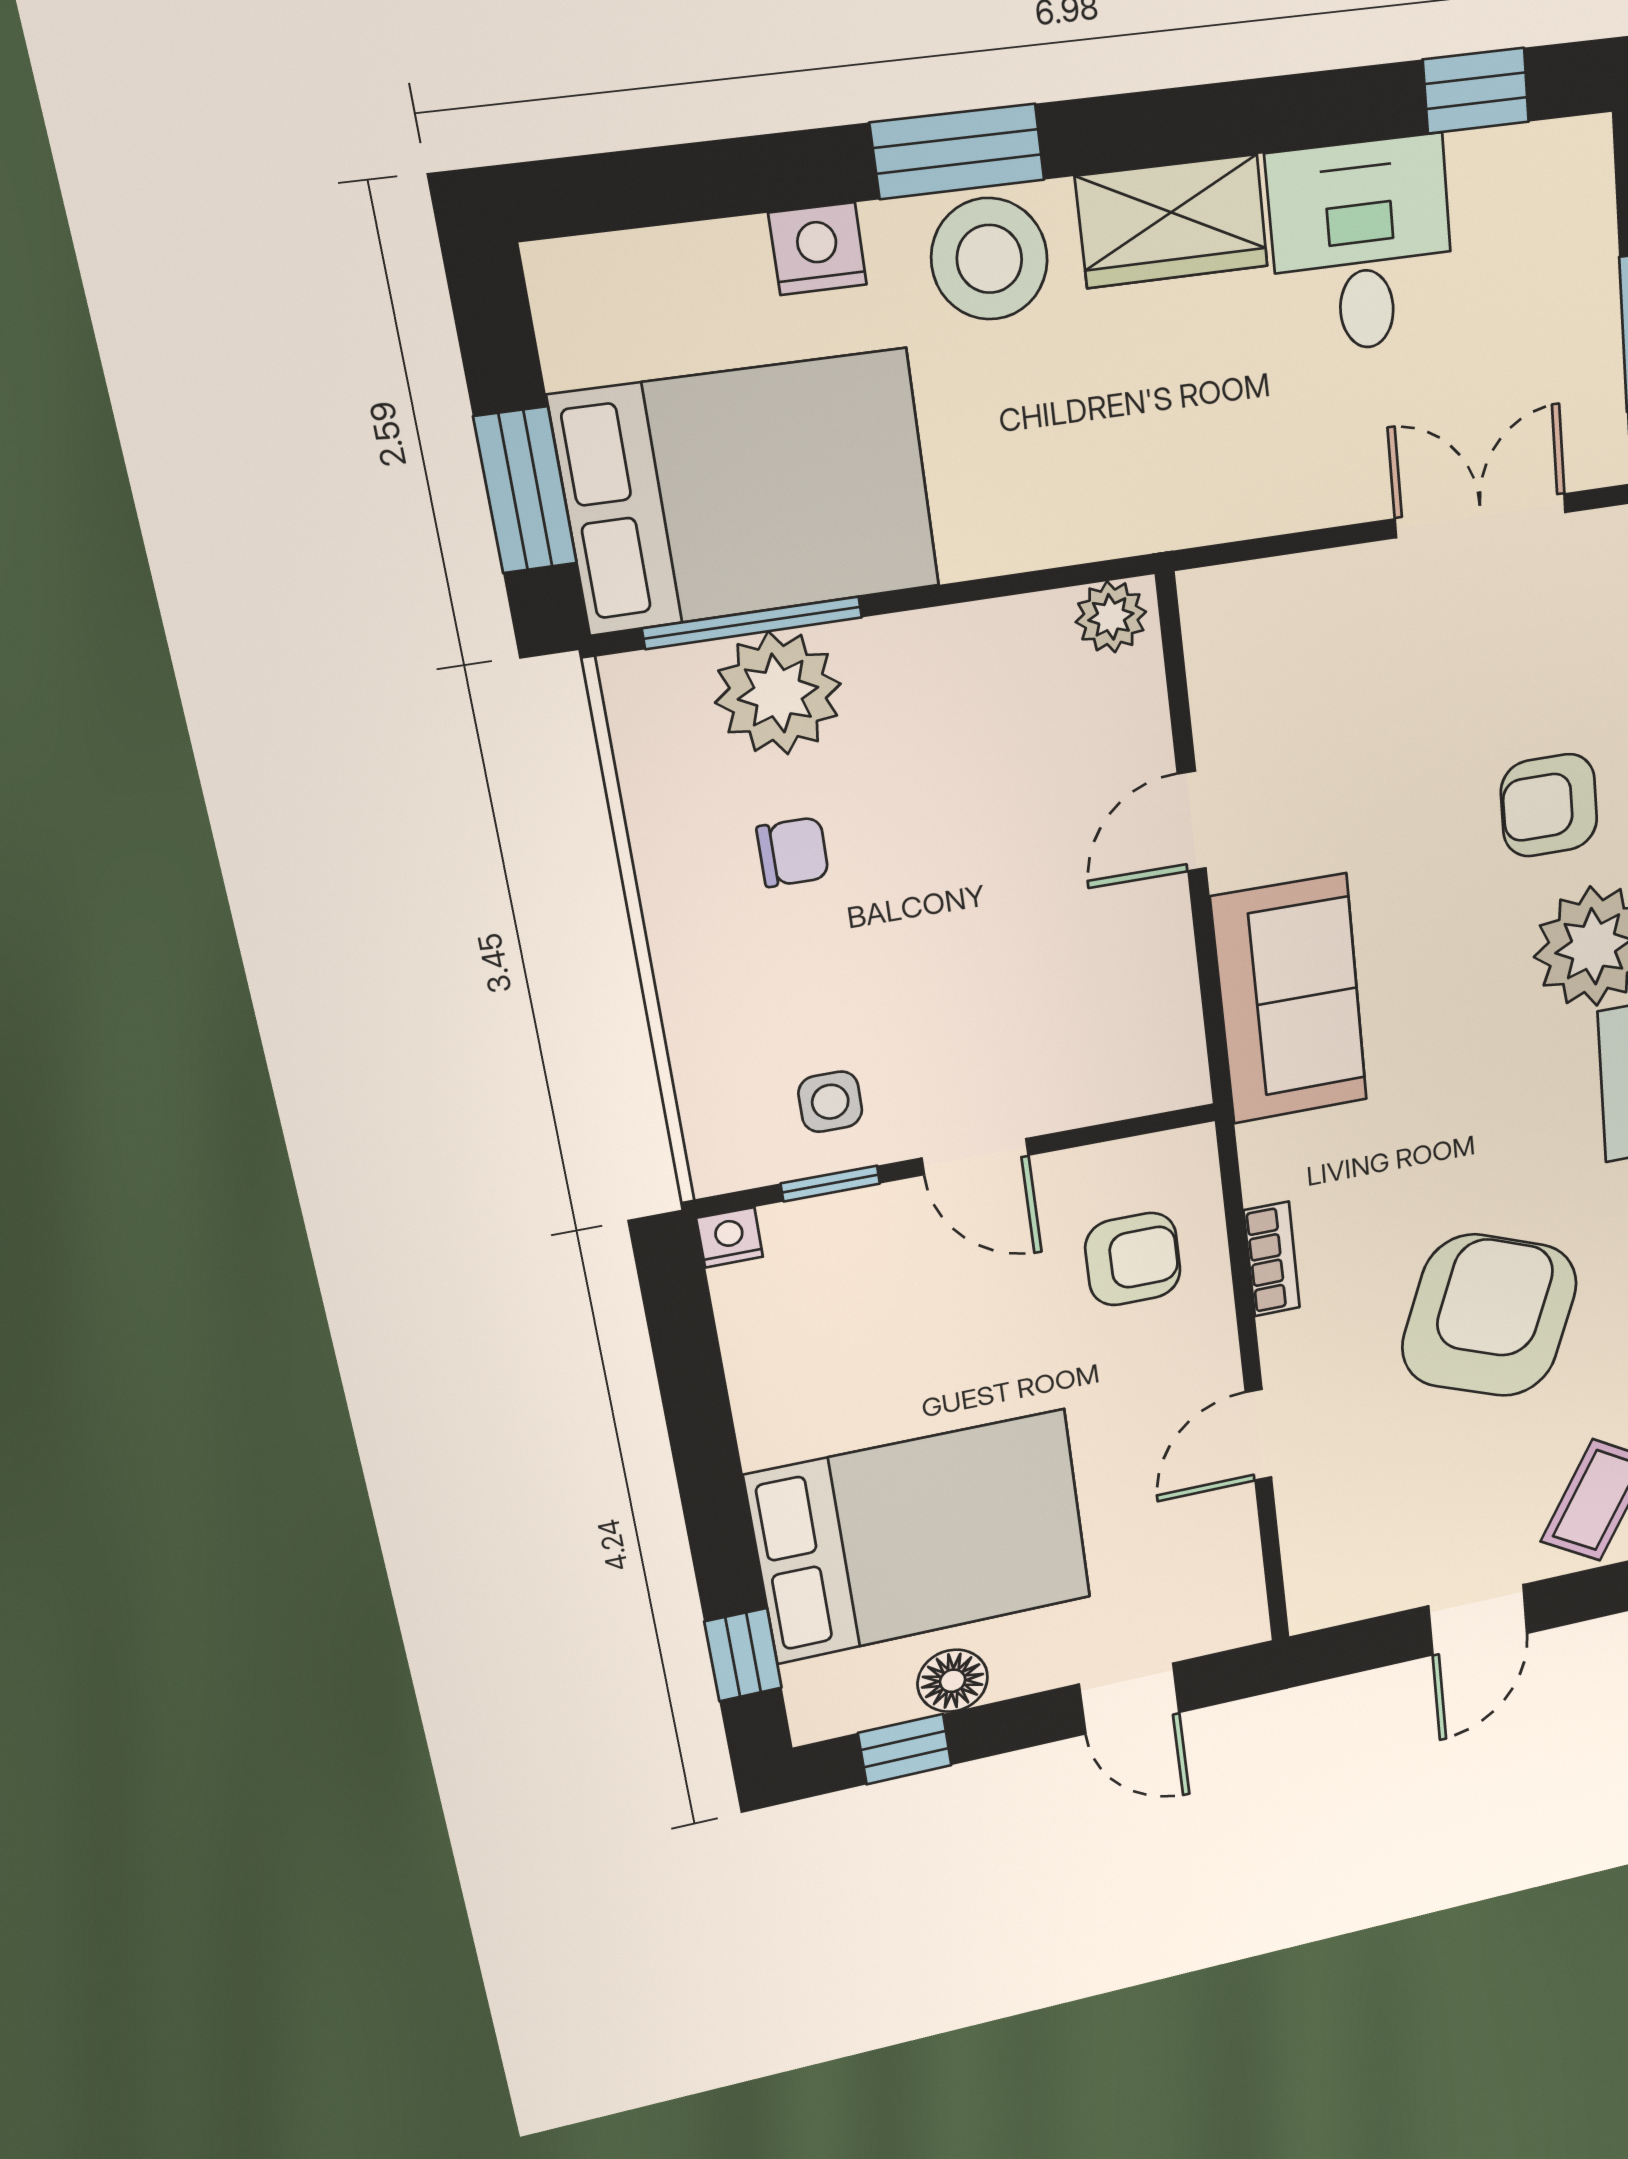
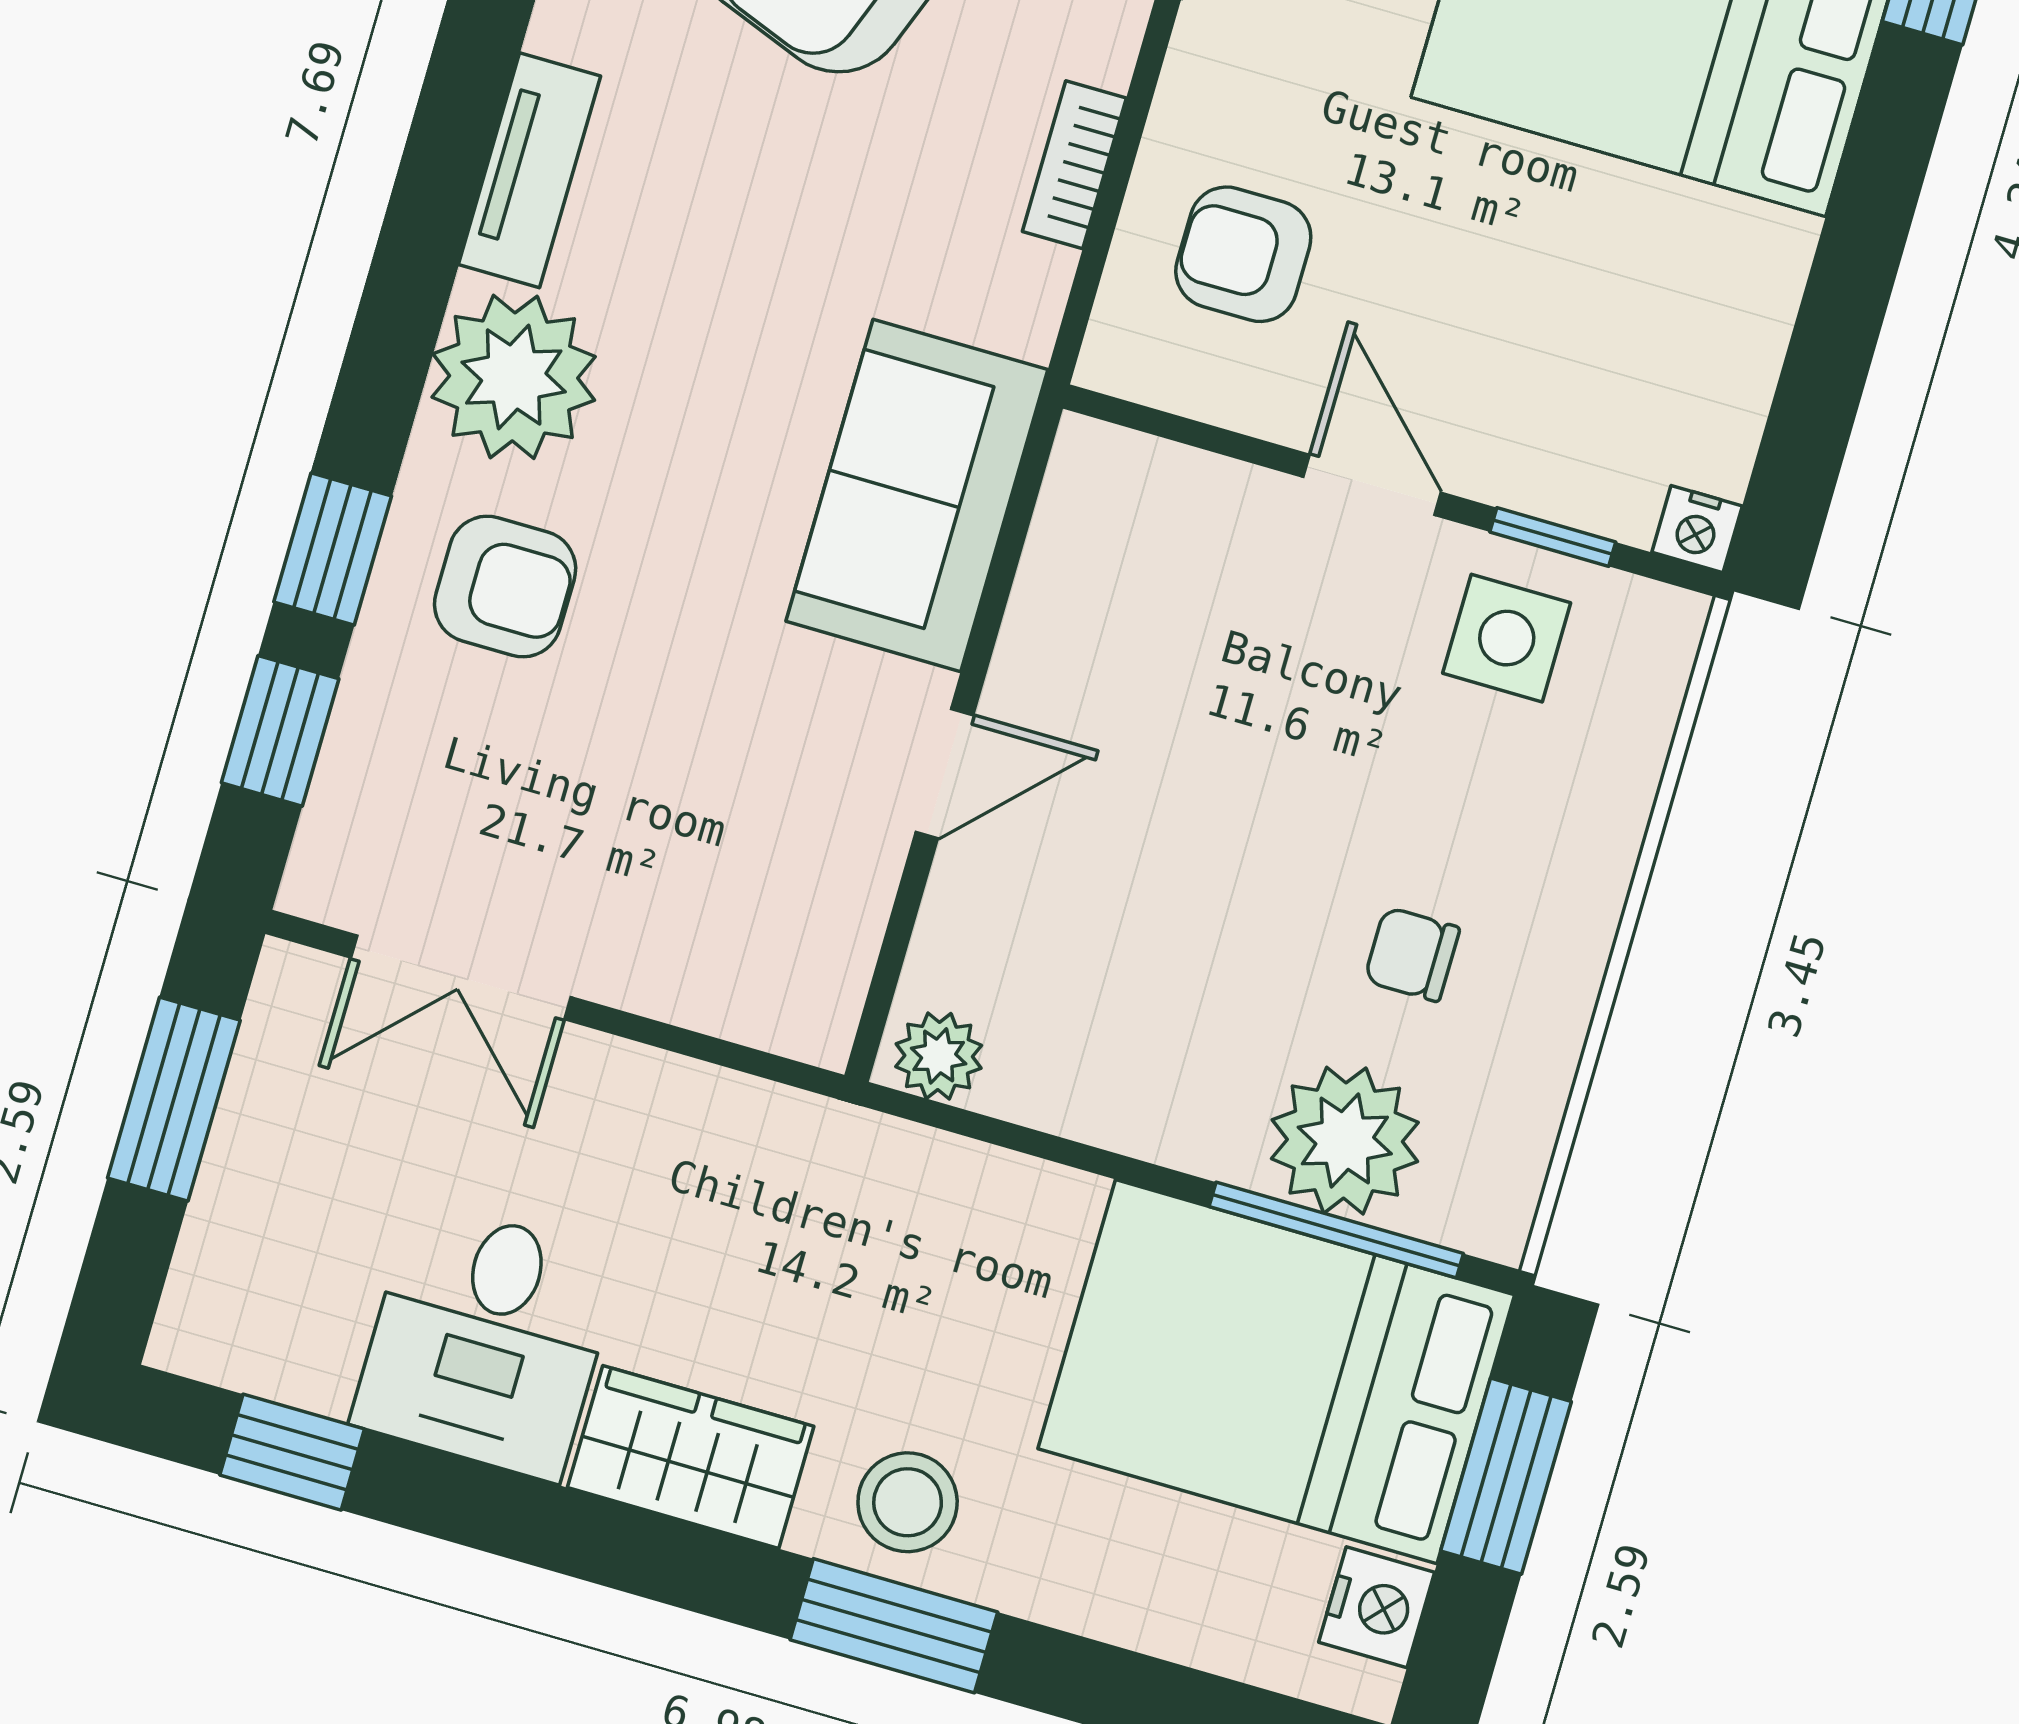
nightstand: (818, 249) -> (1377, 1607), moved, turned -90
stool: (989, 259) -> (908, 1502), width x0.73, depth x0.73
side table: (830, 1102) -> (1507, 638), width x1.37, depth x1.37

